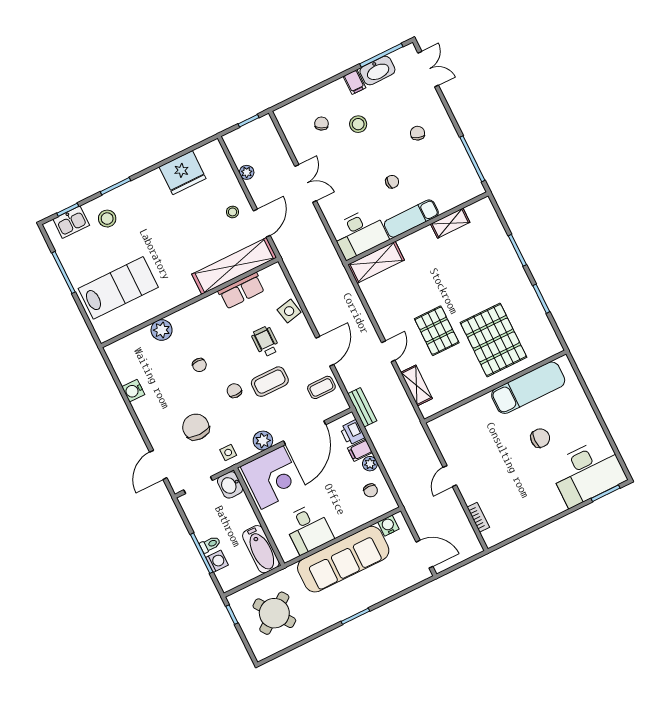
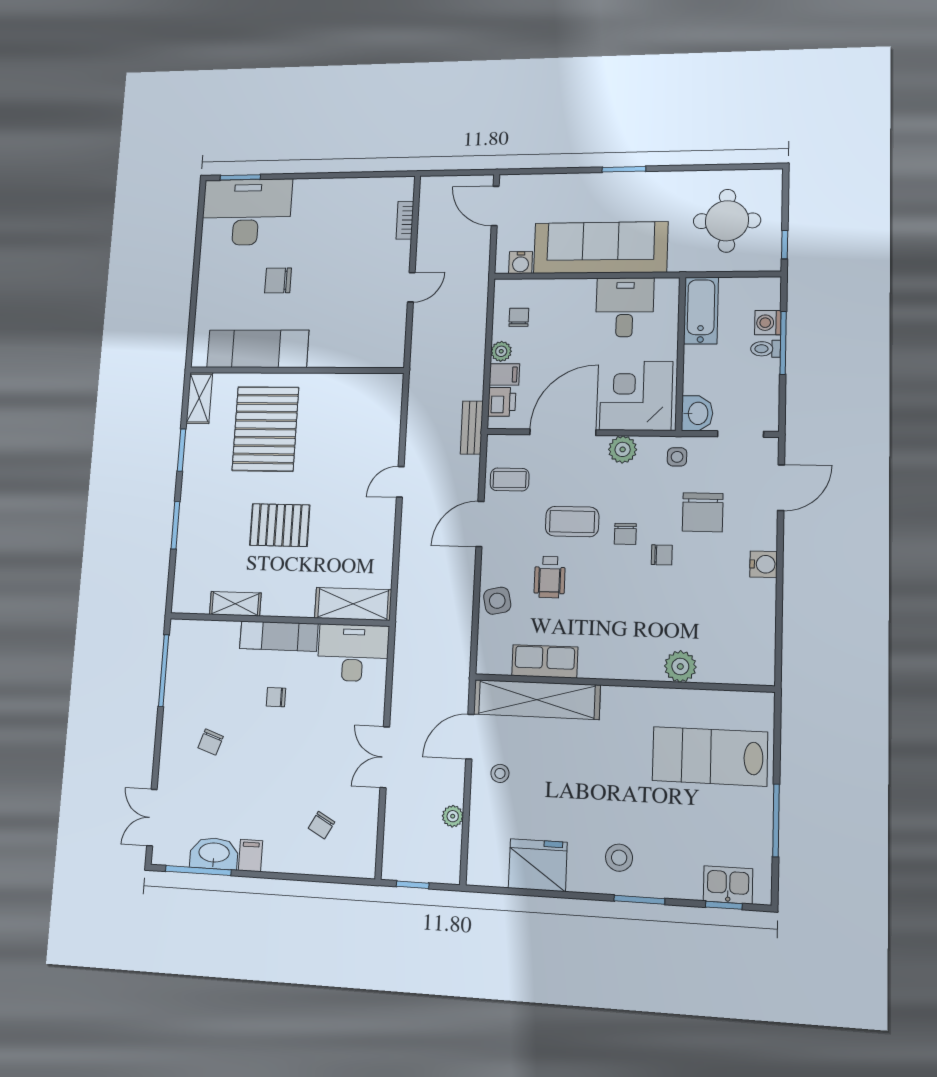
stool: (358, 124) -> (276, 797), removed
stool: (107, 219) -> (619, 858), moved
pallet: (437, 331) -> (280, 525), moved, turned 90
chair: (199, 365) -> (662, 555), moved, turned 90
shelving: (417, 385) -> (199, 398), moved
water cooler: (133, 391) -> (763, 564), moved
round table: (274, 613) -> (727, 221), turned 35

